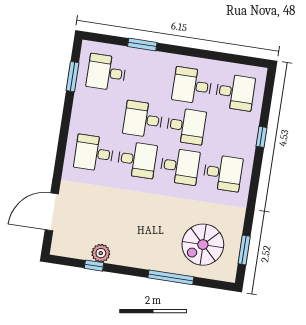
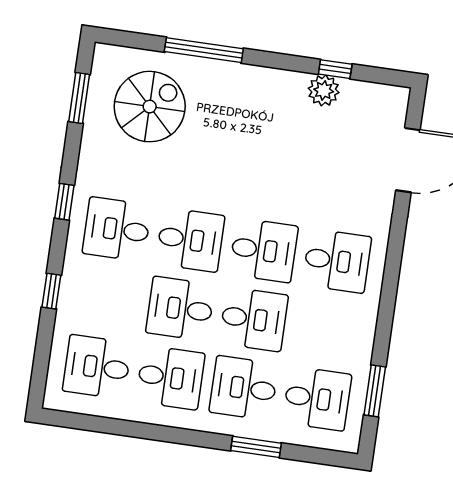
desk: (149, 79) -> (244, 388), added
desk: (137, 160) -> (264, 250), turned 180
desk: (180, 166) -> (190, 240), turned 180
window: (253, 189) -> (64, 202), added

